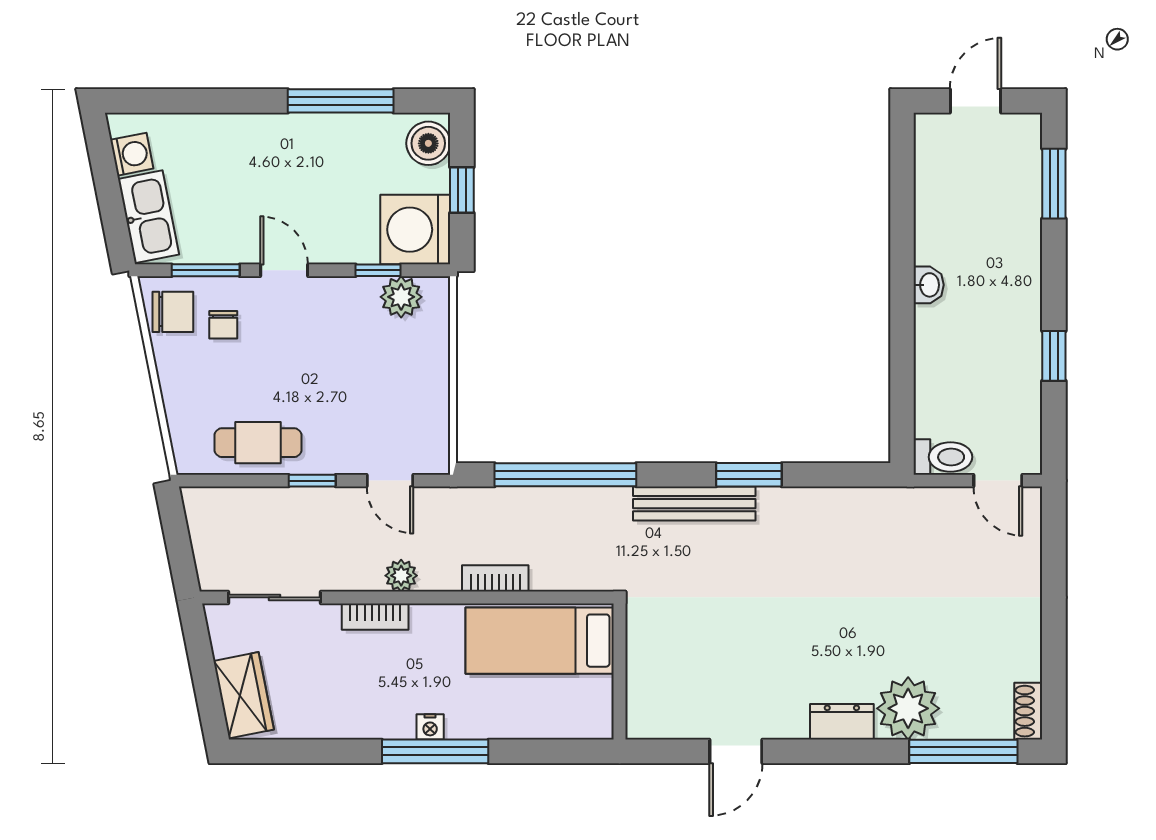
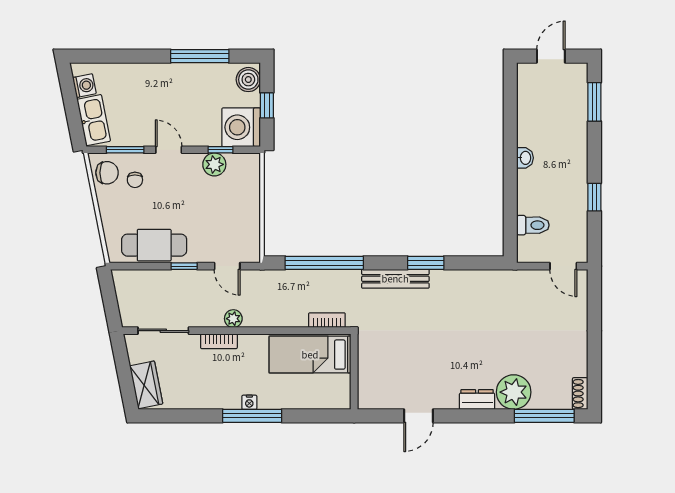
plant: (401, 297) -> (214, 164), moved
cafe table: (258, 443) -> (154, 245), width x1.37, depth x1.35
toilet: (943, 457) -> (533, 225), moved
bookcase: (495, 578) -> (327, 320), moved

